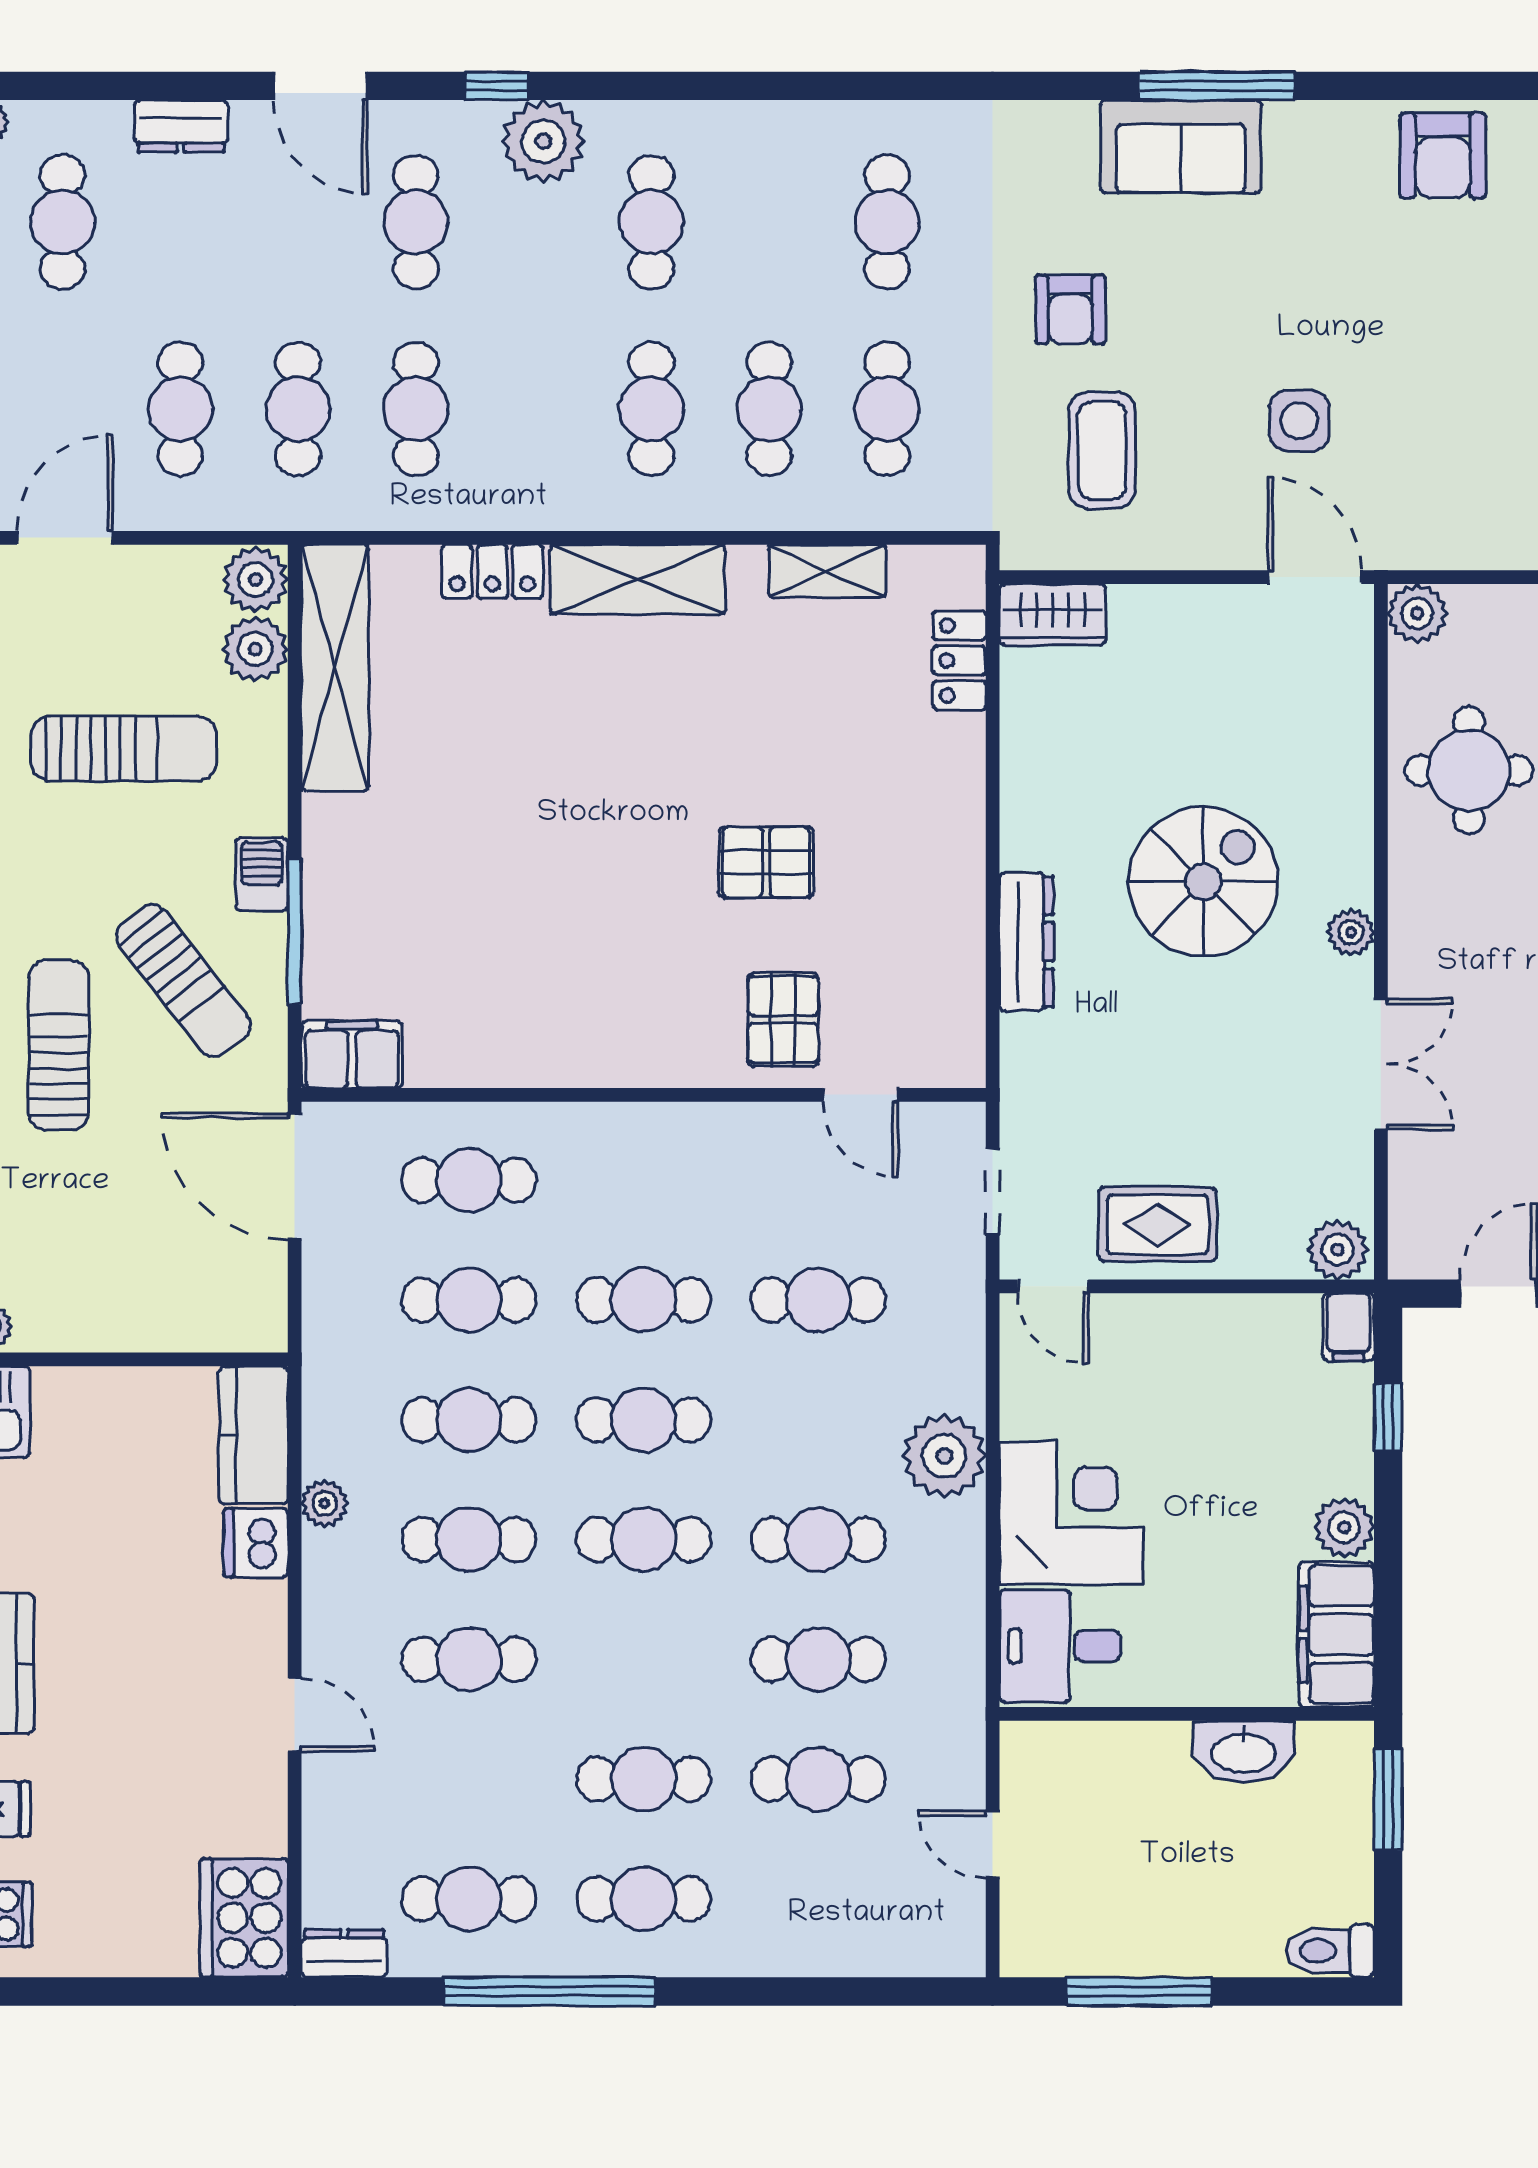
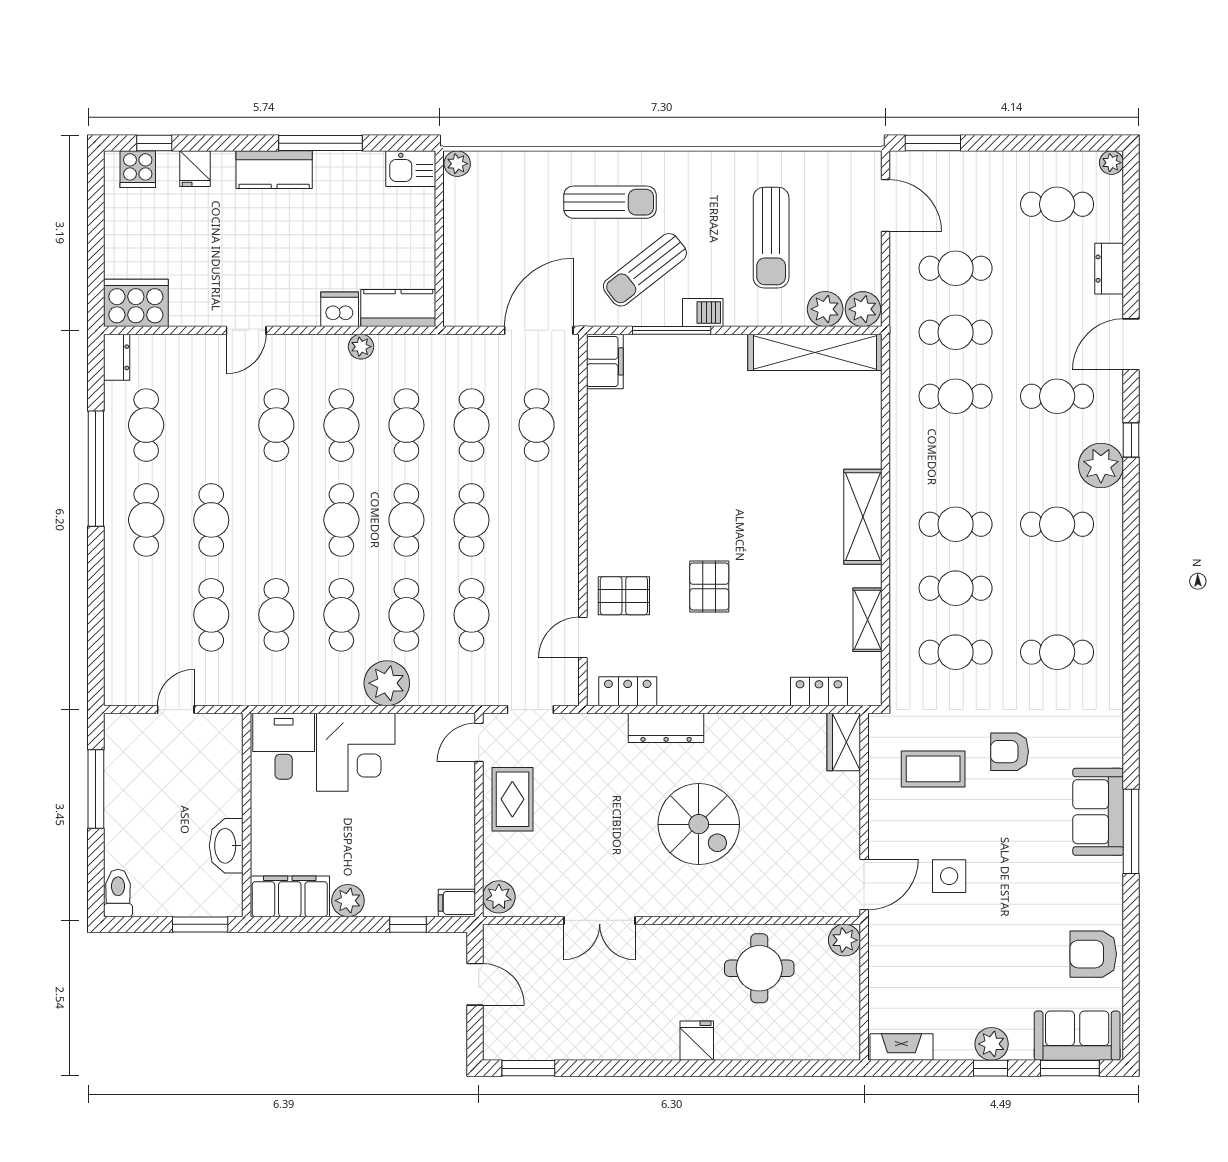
locker: (492, 571) -> (628, 691), moved, turned 90
plant: (1351, 932) -> (671, 904), removed
cafe table: (818, 1420) -> (406, 615), added

